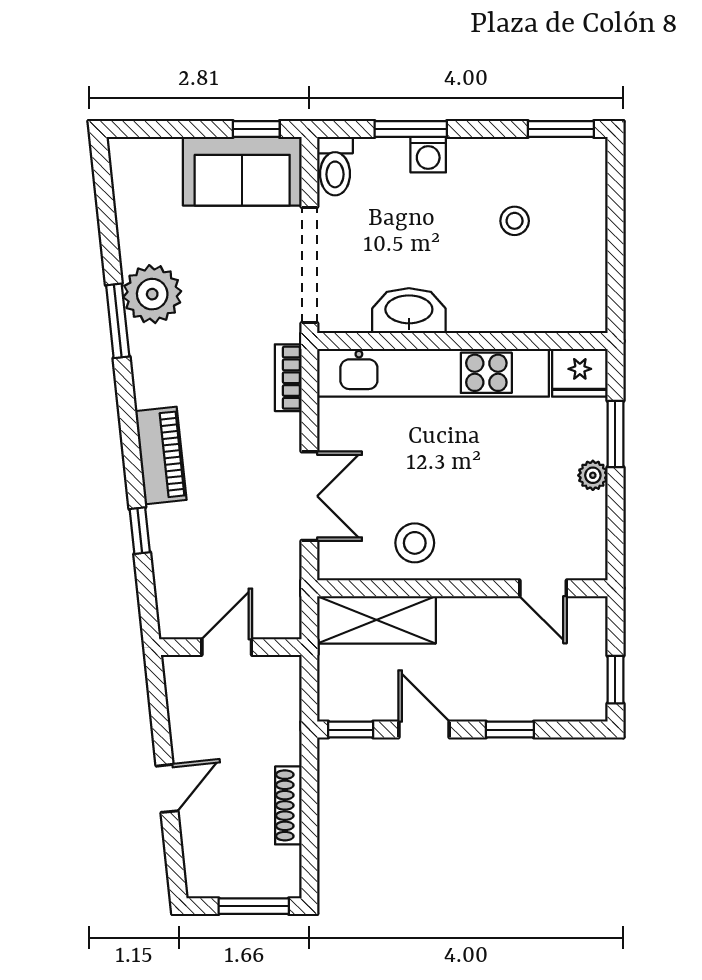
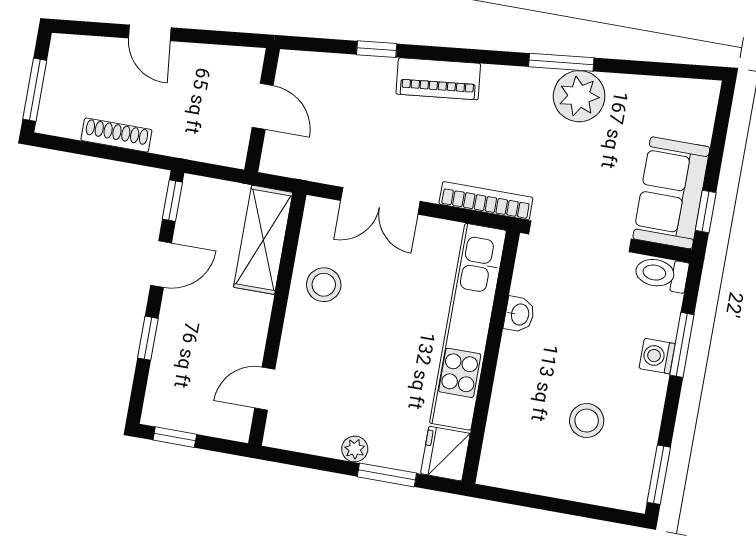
stool: (515, 221) -> (587, 421), width x1.37, depth x1.37
washbasin: (409, 311) -> (519, 314), width x0.52, depth x0.69
bookcase: (288, 378) -> (486, 201), width x1.56

